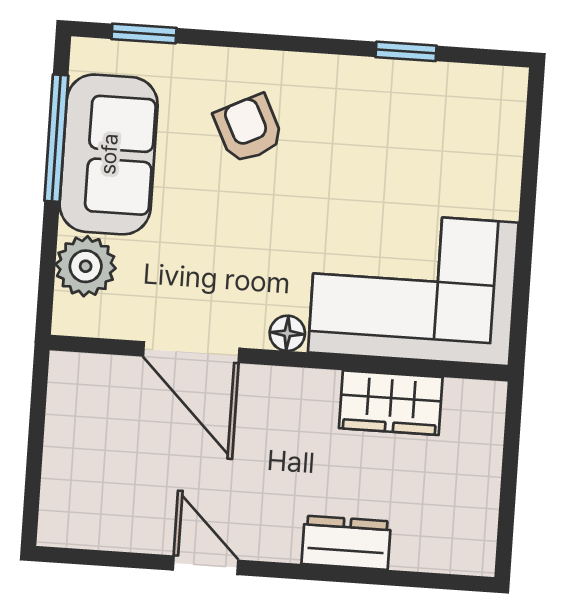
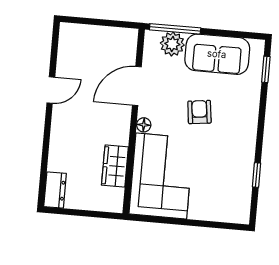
armchair: (249, 129) -> (199, 112), moved, turned -71
window: (56, 138) -> (175, 29), moved
dresser: (346, 543) -> (55, 190), moved

